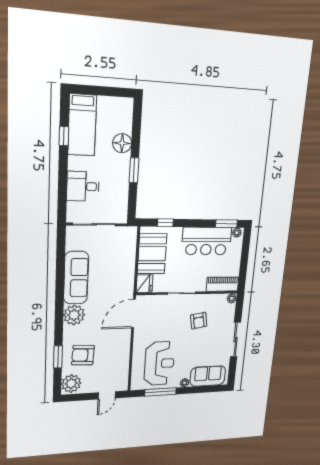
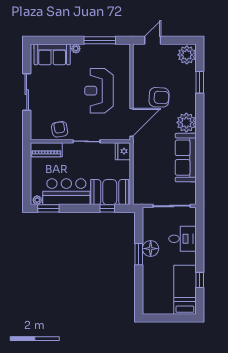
floor lamp: (122, 143) -> (151, 249), moved
booth: (152, 254) -> (110, 192), moved, turned 90
plant: (232, 298) -> (35, 135), removed
armchair: (199, 321) -> (60, 129), moved
armchair: (83, 355) -> (159, 97), moved
reception desk: (159, 363) -> (99, 91), moved

